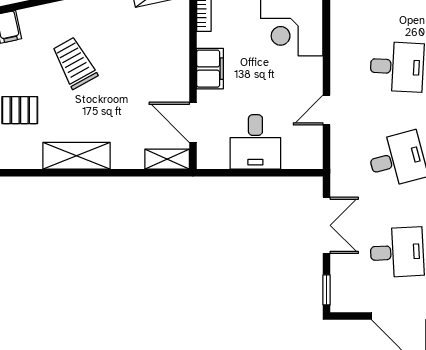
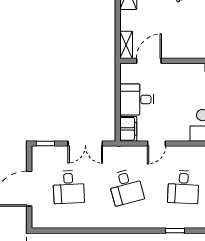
filing cabinet: (210, 69) -> (128, 129), moved, turned -90
door: (327, 110) -> (157, 144), swing flipped

